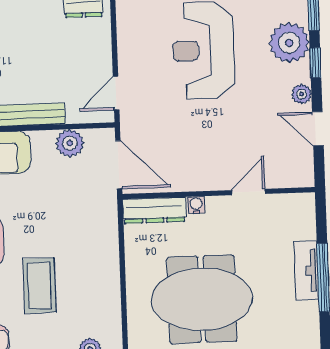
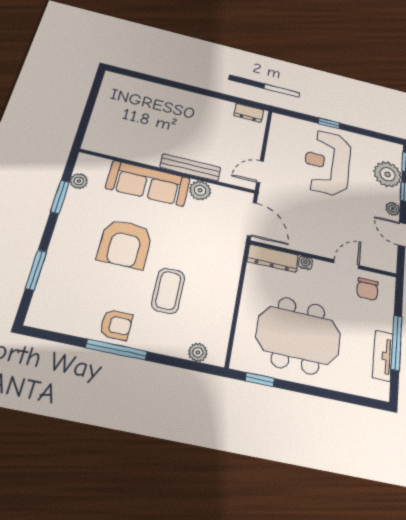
plant: (70, 143) -> (200, 190), moved
chair: (279, 218) -> (367, 289), added
tv unit: (307, 271) -> (383, 356), moved

